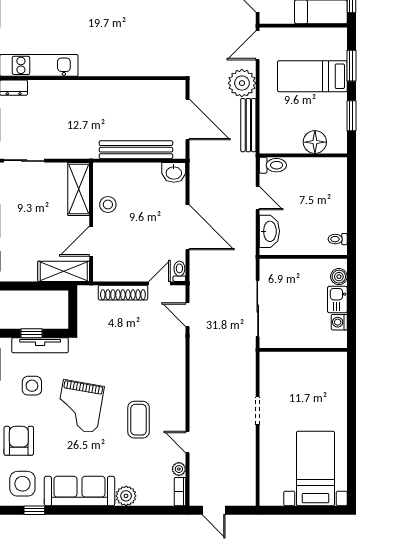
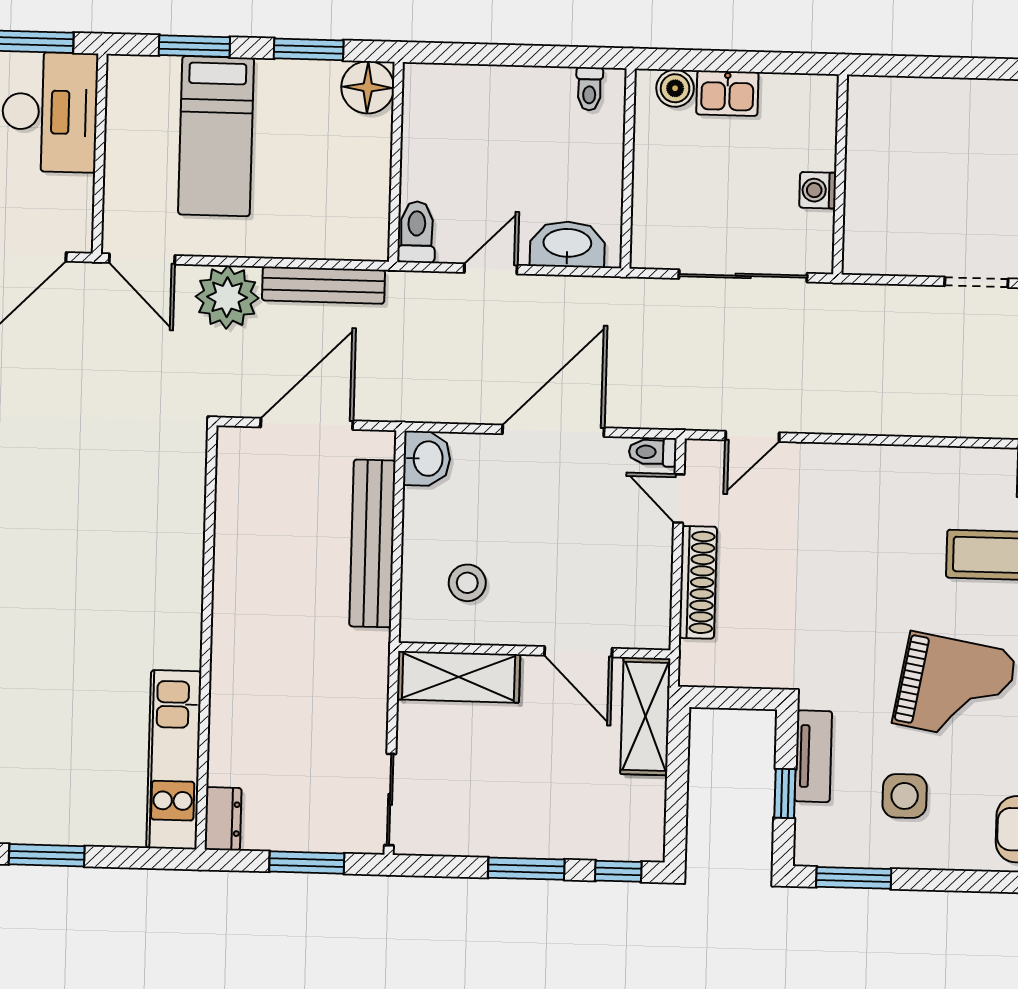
floor lamp: (315, 142) -> (368, 87), moved
stool: (108, 205) -> (467, 583), moved
washing machine: (339, 322) -> (818, 190), moved, turned 90
tv unit: (40, 345) -> (813, 756), width x0.71

